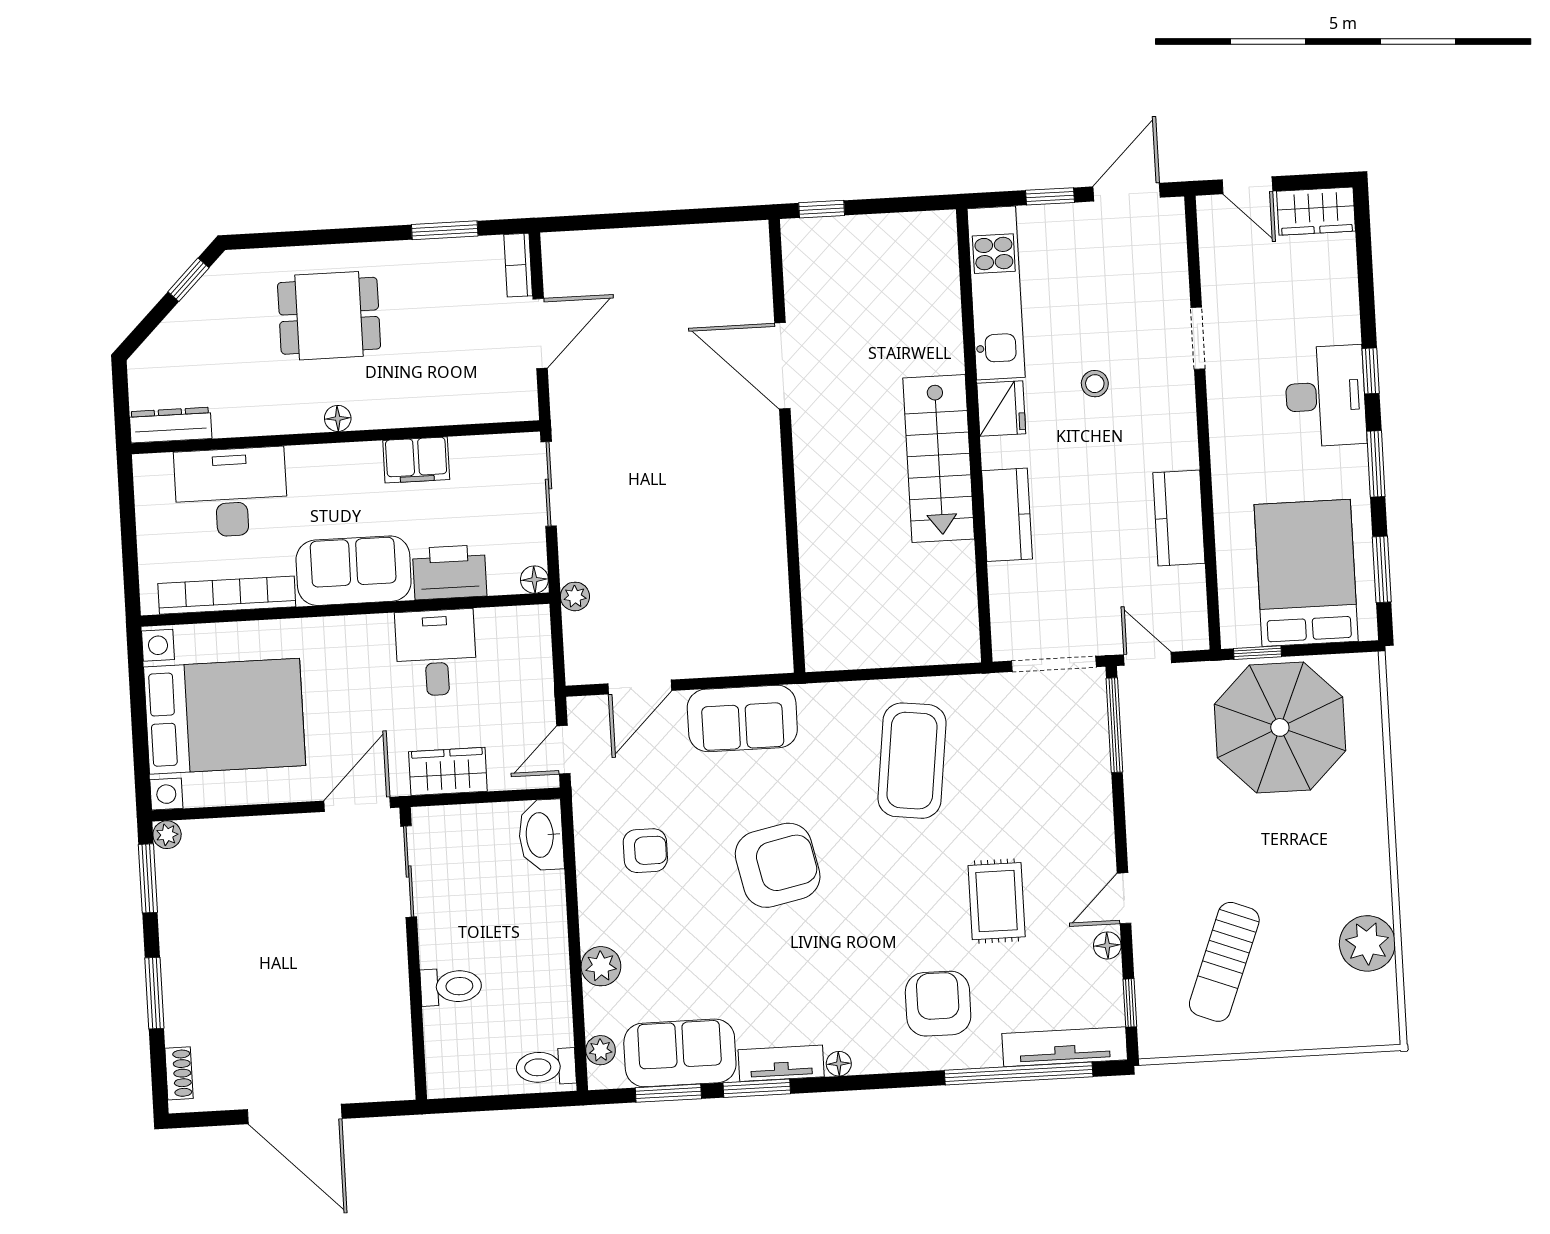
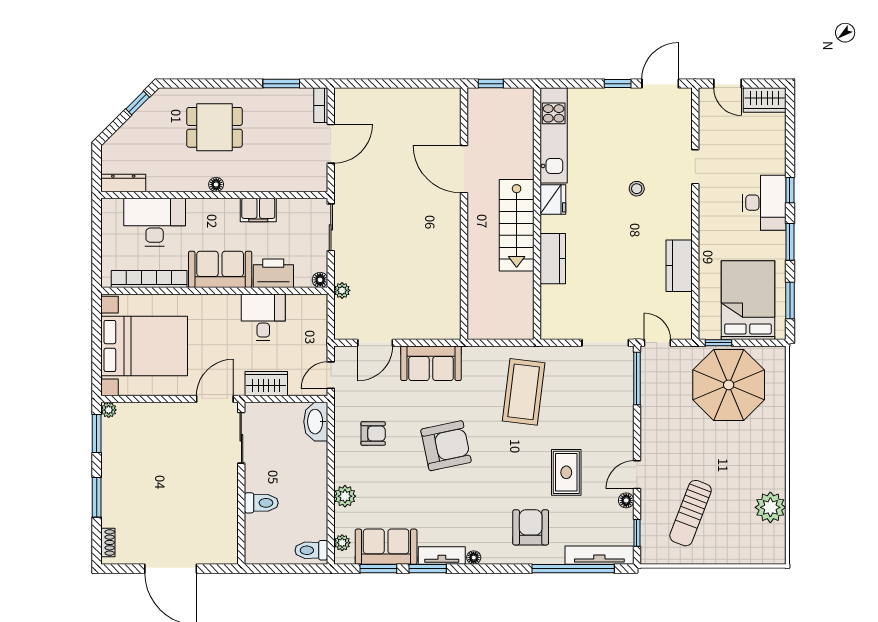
kitchen unit: (996, 293) -> (554, 135), moved
fridge: (1001, 409) -> (553, 200), moved
wall: (974, 435) -> (537, 214), moved
stairs: (939, 458) -> (517, 225), moved
kitchen counter: (1007, 515) -> (553, 259), moved

